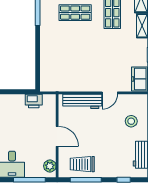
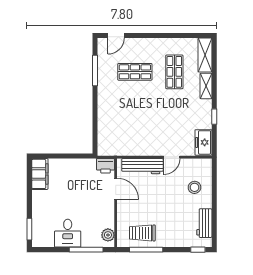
printer: (34, 101) -> (106, 166), moved
door: (57, 136) -> (116, 189), moved
window: (124, 180) -> (198, 250), moved

